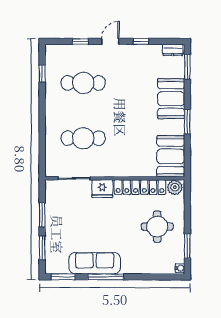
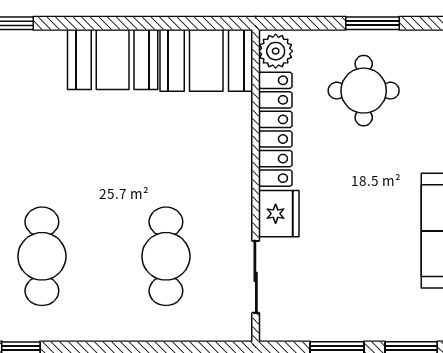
booth: (171, 99) -> (113, 60), moved
window: (187, 122) -> (129, 23), removed
window: (187, 246) -> (372, 23), moved

